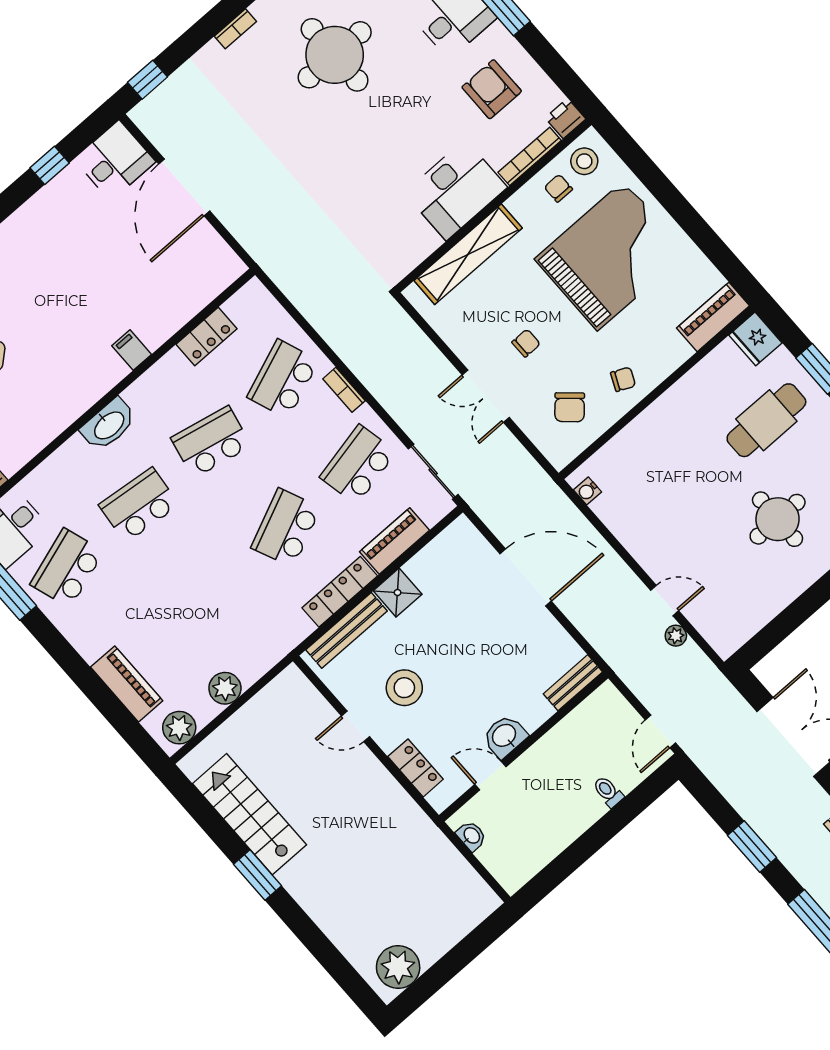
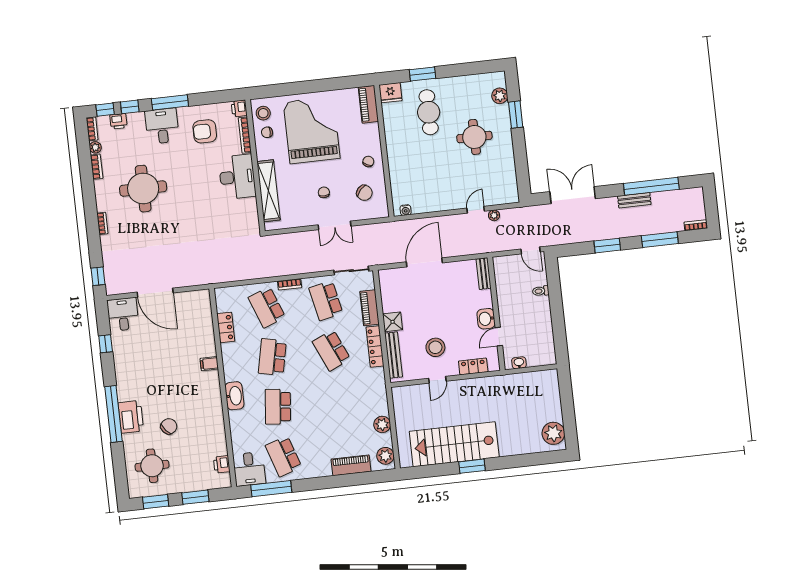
stairs: (249, 814) -> (454, 444), width x1.36, depth x1.51

